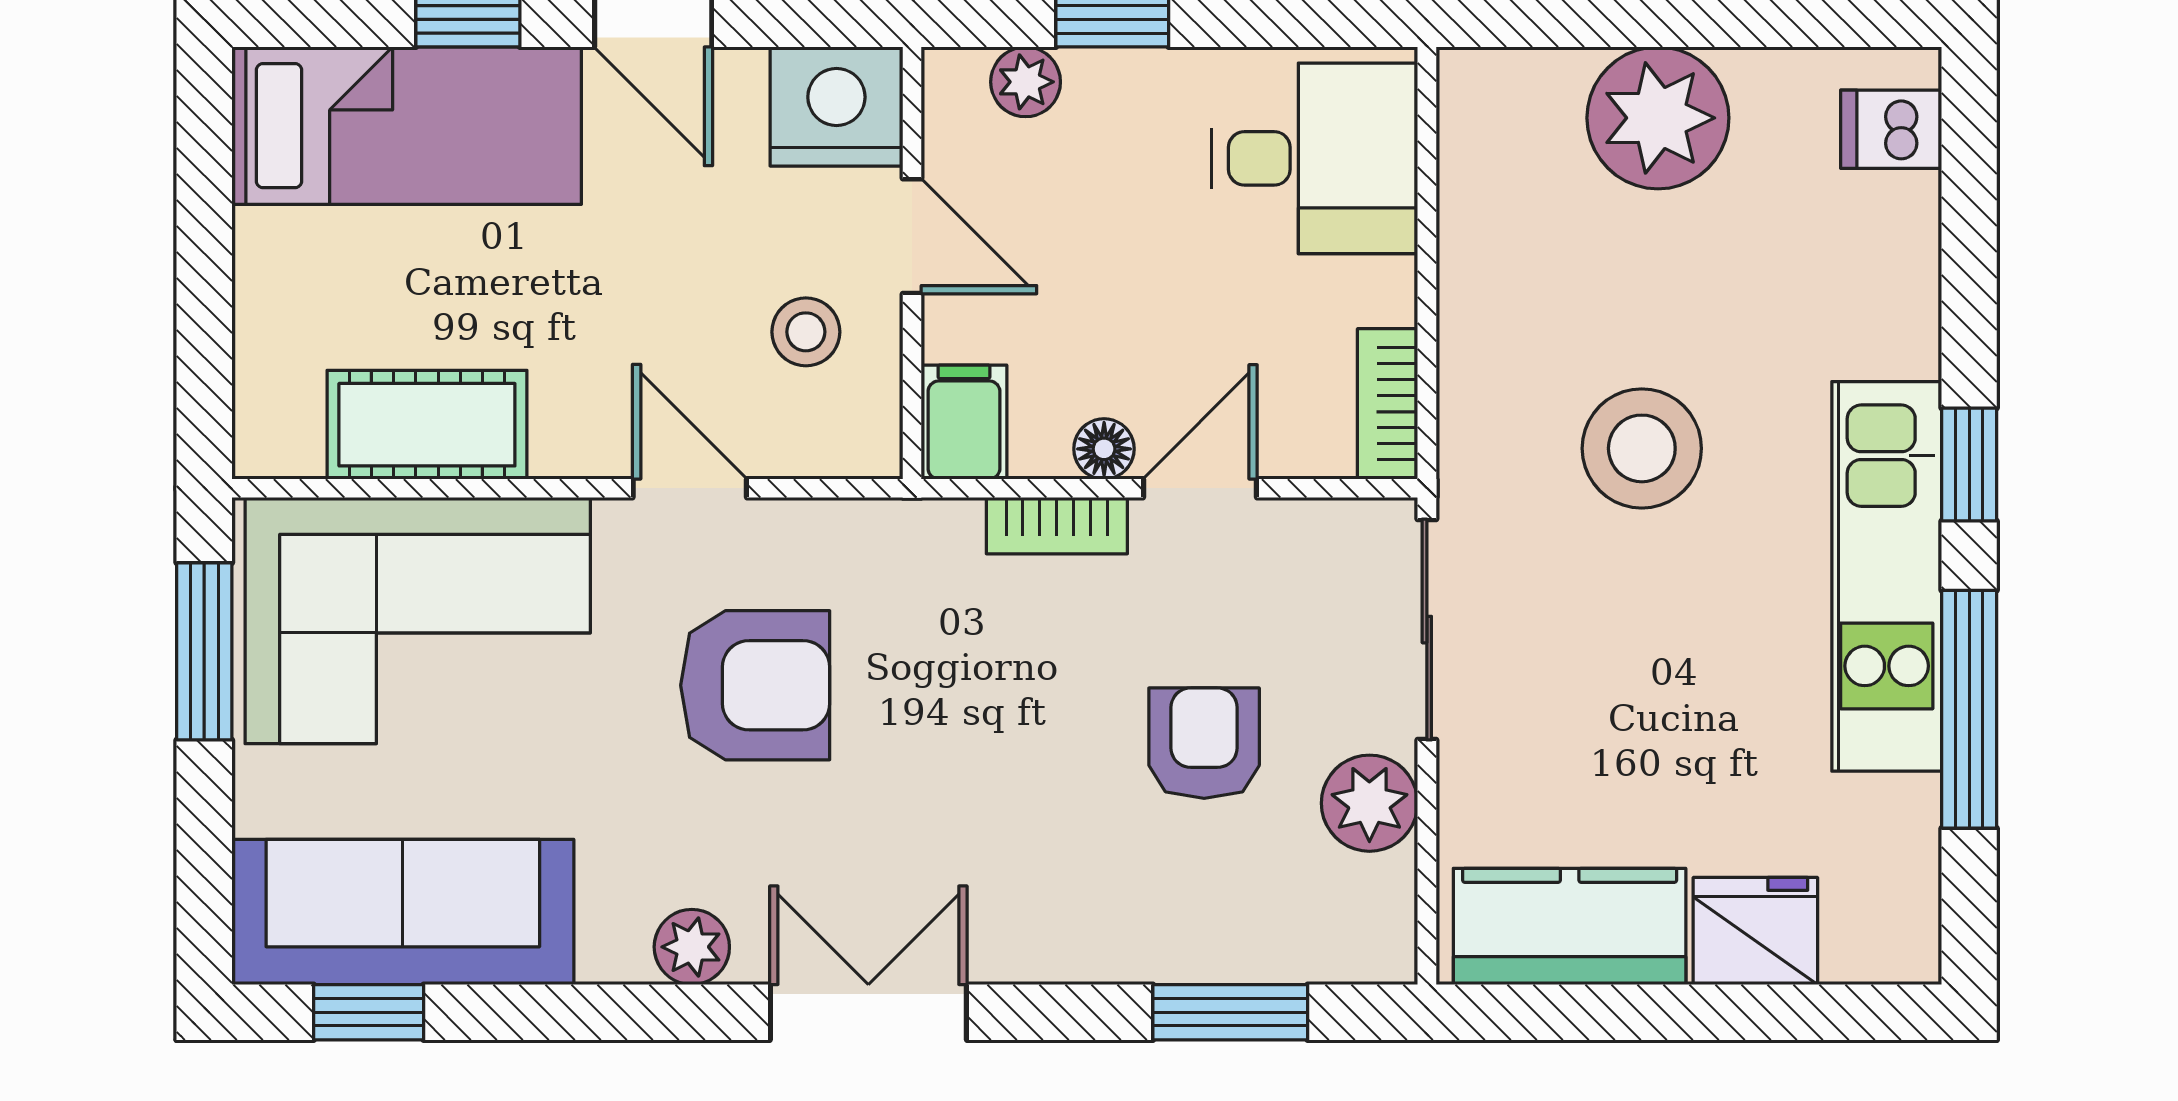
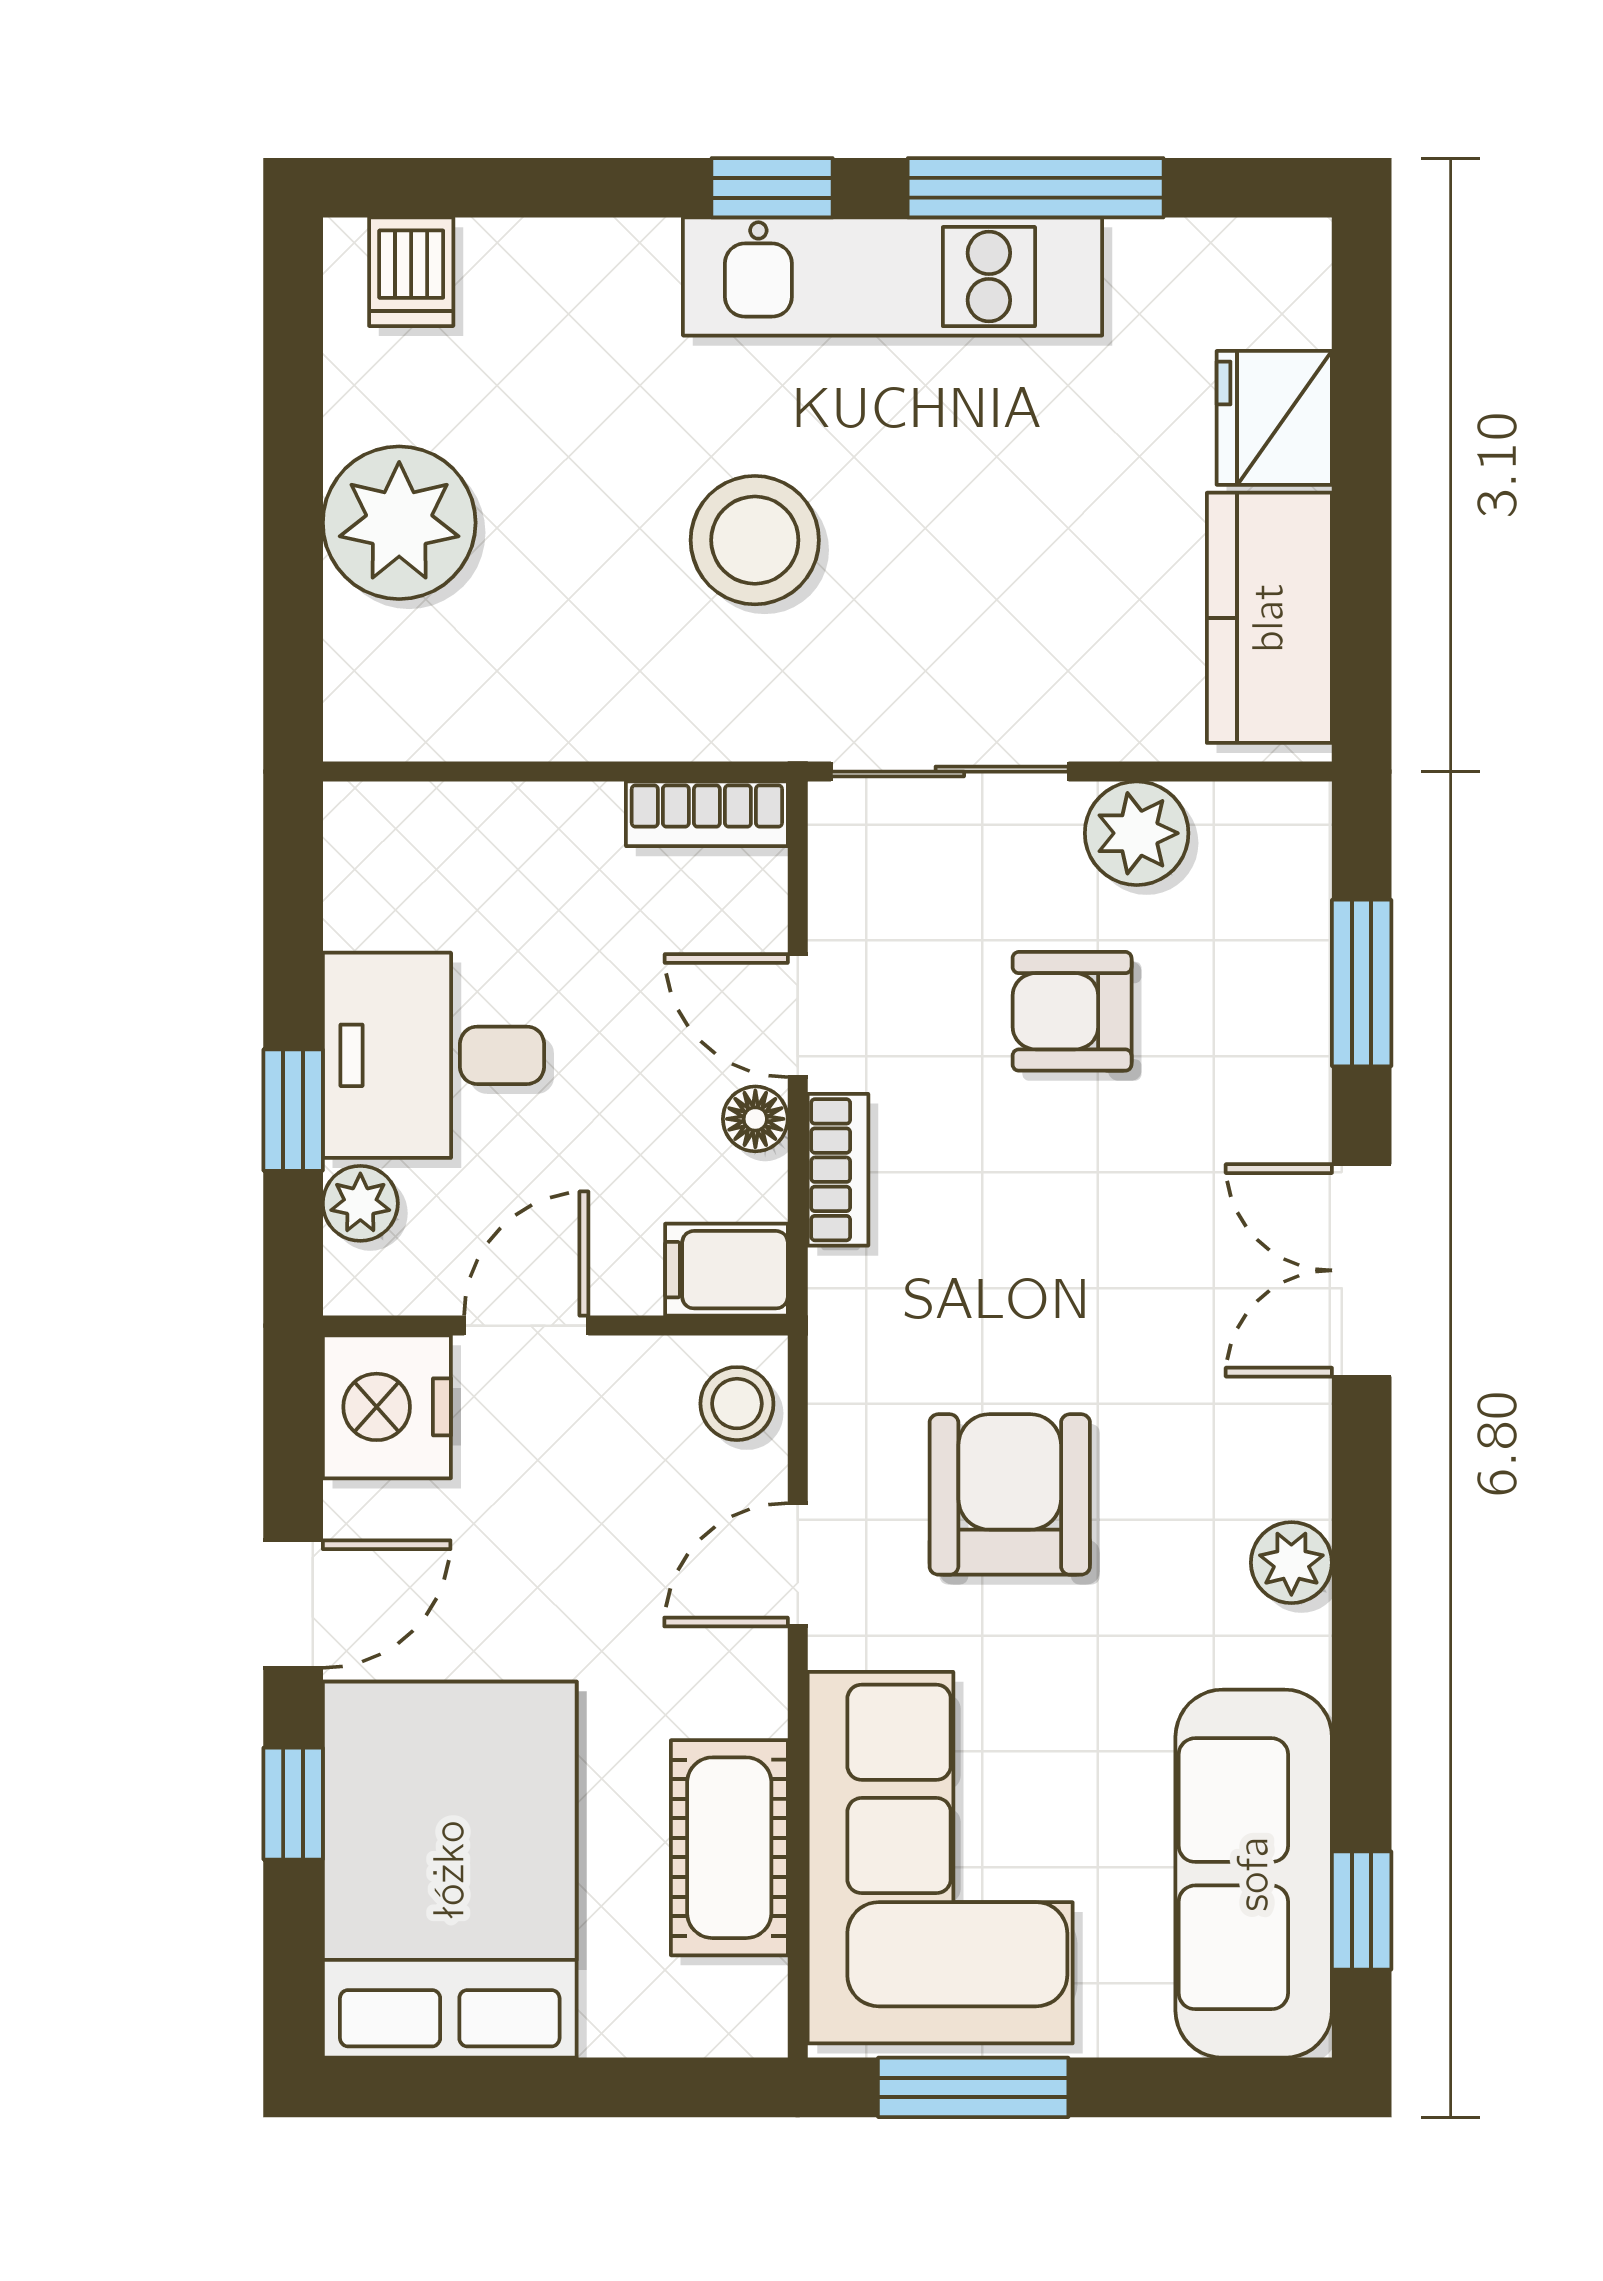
bed: (407, 126) -> (450, 1870), width x1.50
desk: (1315, 158) -> (433, 1055), moved, turned -90
stool: (806, 332) -> (737, 1404), moved
double door: (868, 1012) -> (1362, 1270), moved

